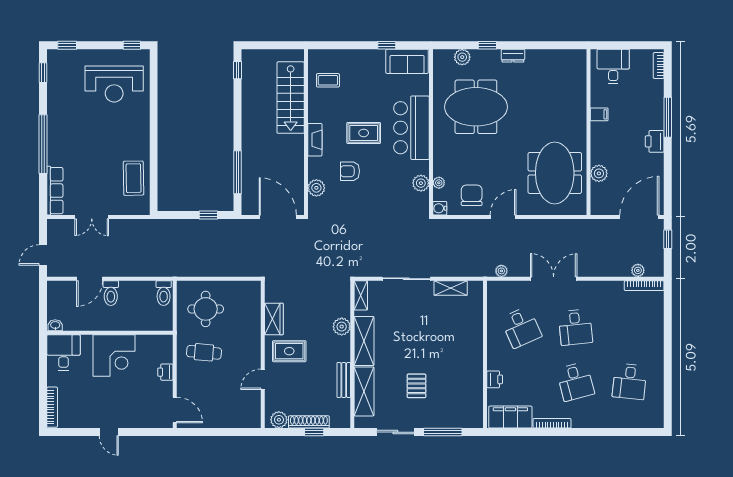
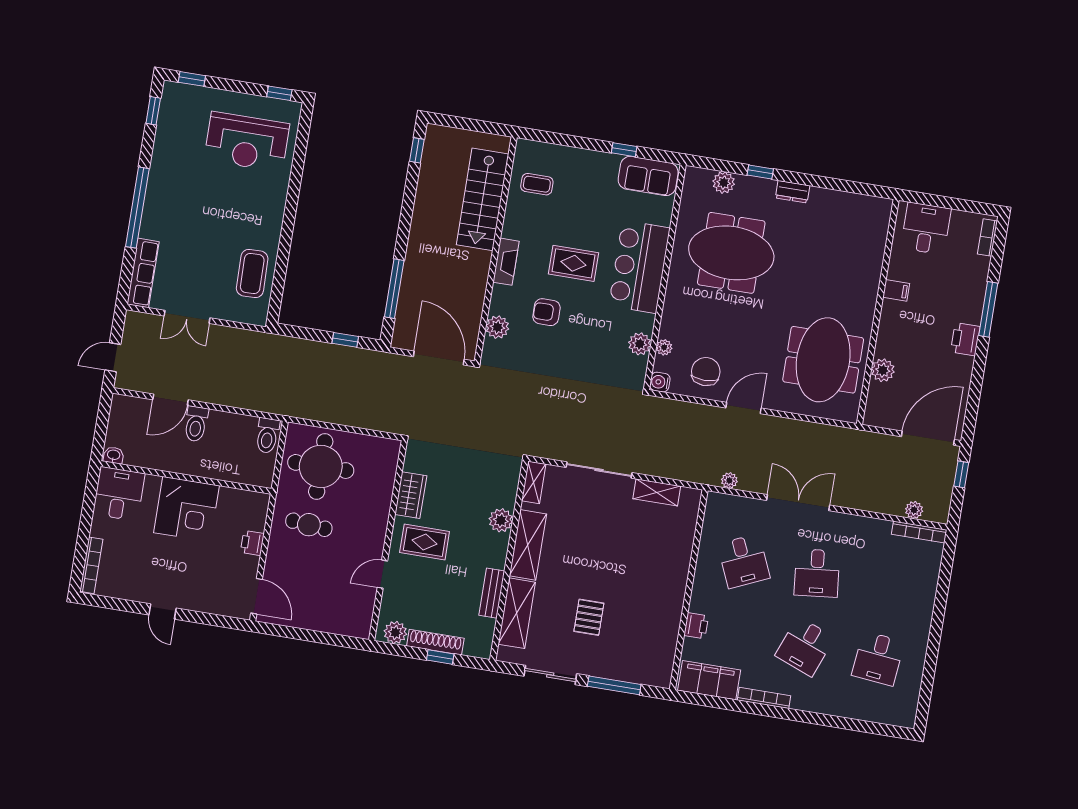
round table: (206, 309) -> (321, 466), width x1.36, depth x1.36
desk: (575, 382) -> (805, 647), turned 36

